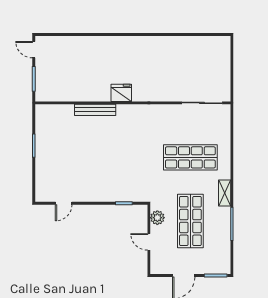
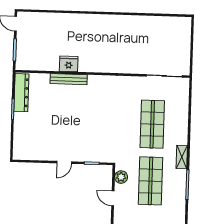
fridge: (121, 93) -> (69, 64), moved
dresser: (43, 127) -> (21, 93), added
shop shelf: (190, 157) -> (152, 124), turned 90
door: (64, 203) -> (64, 162), moved

